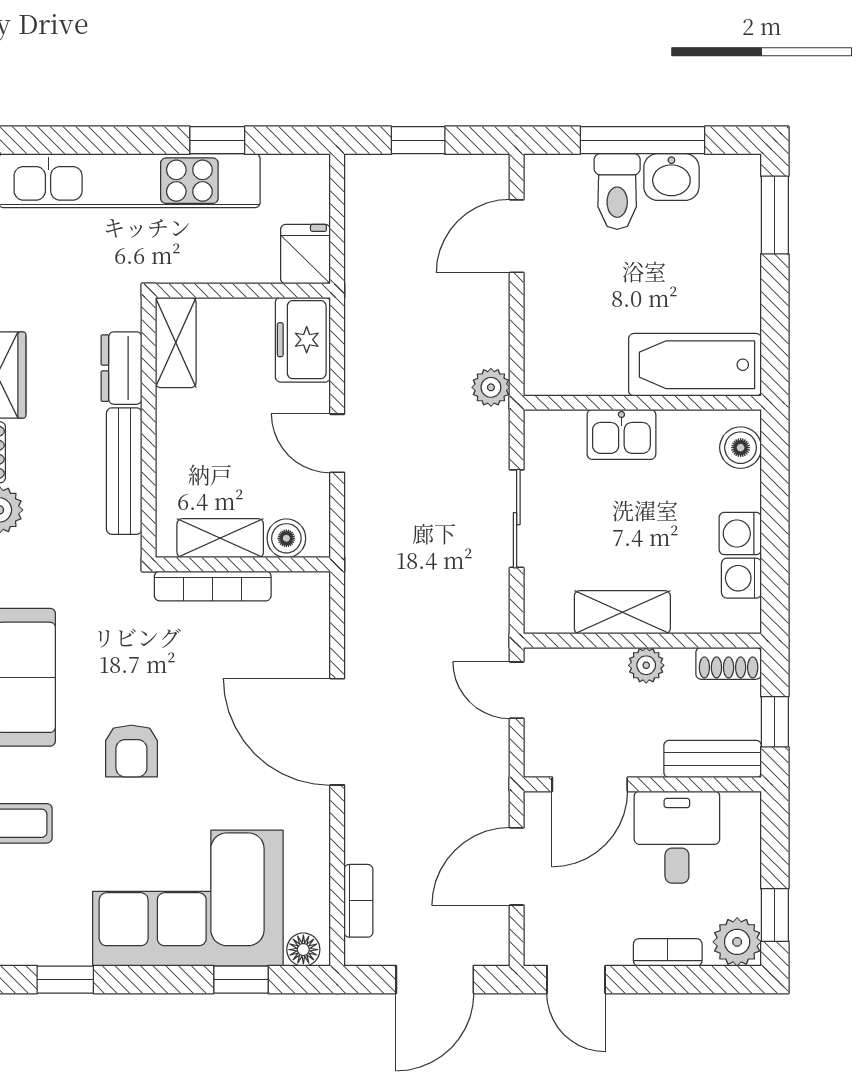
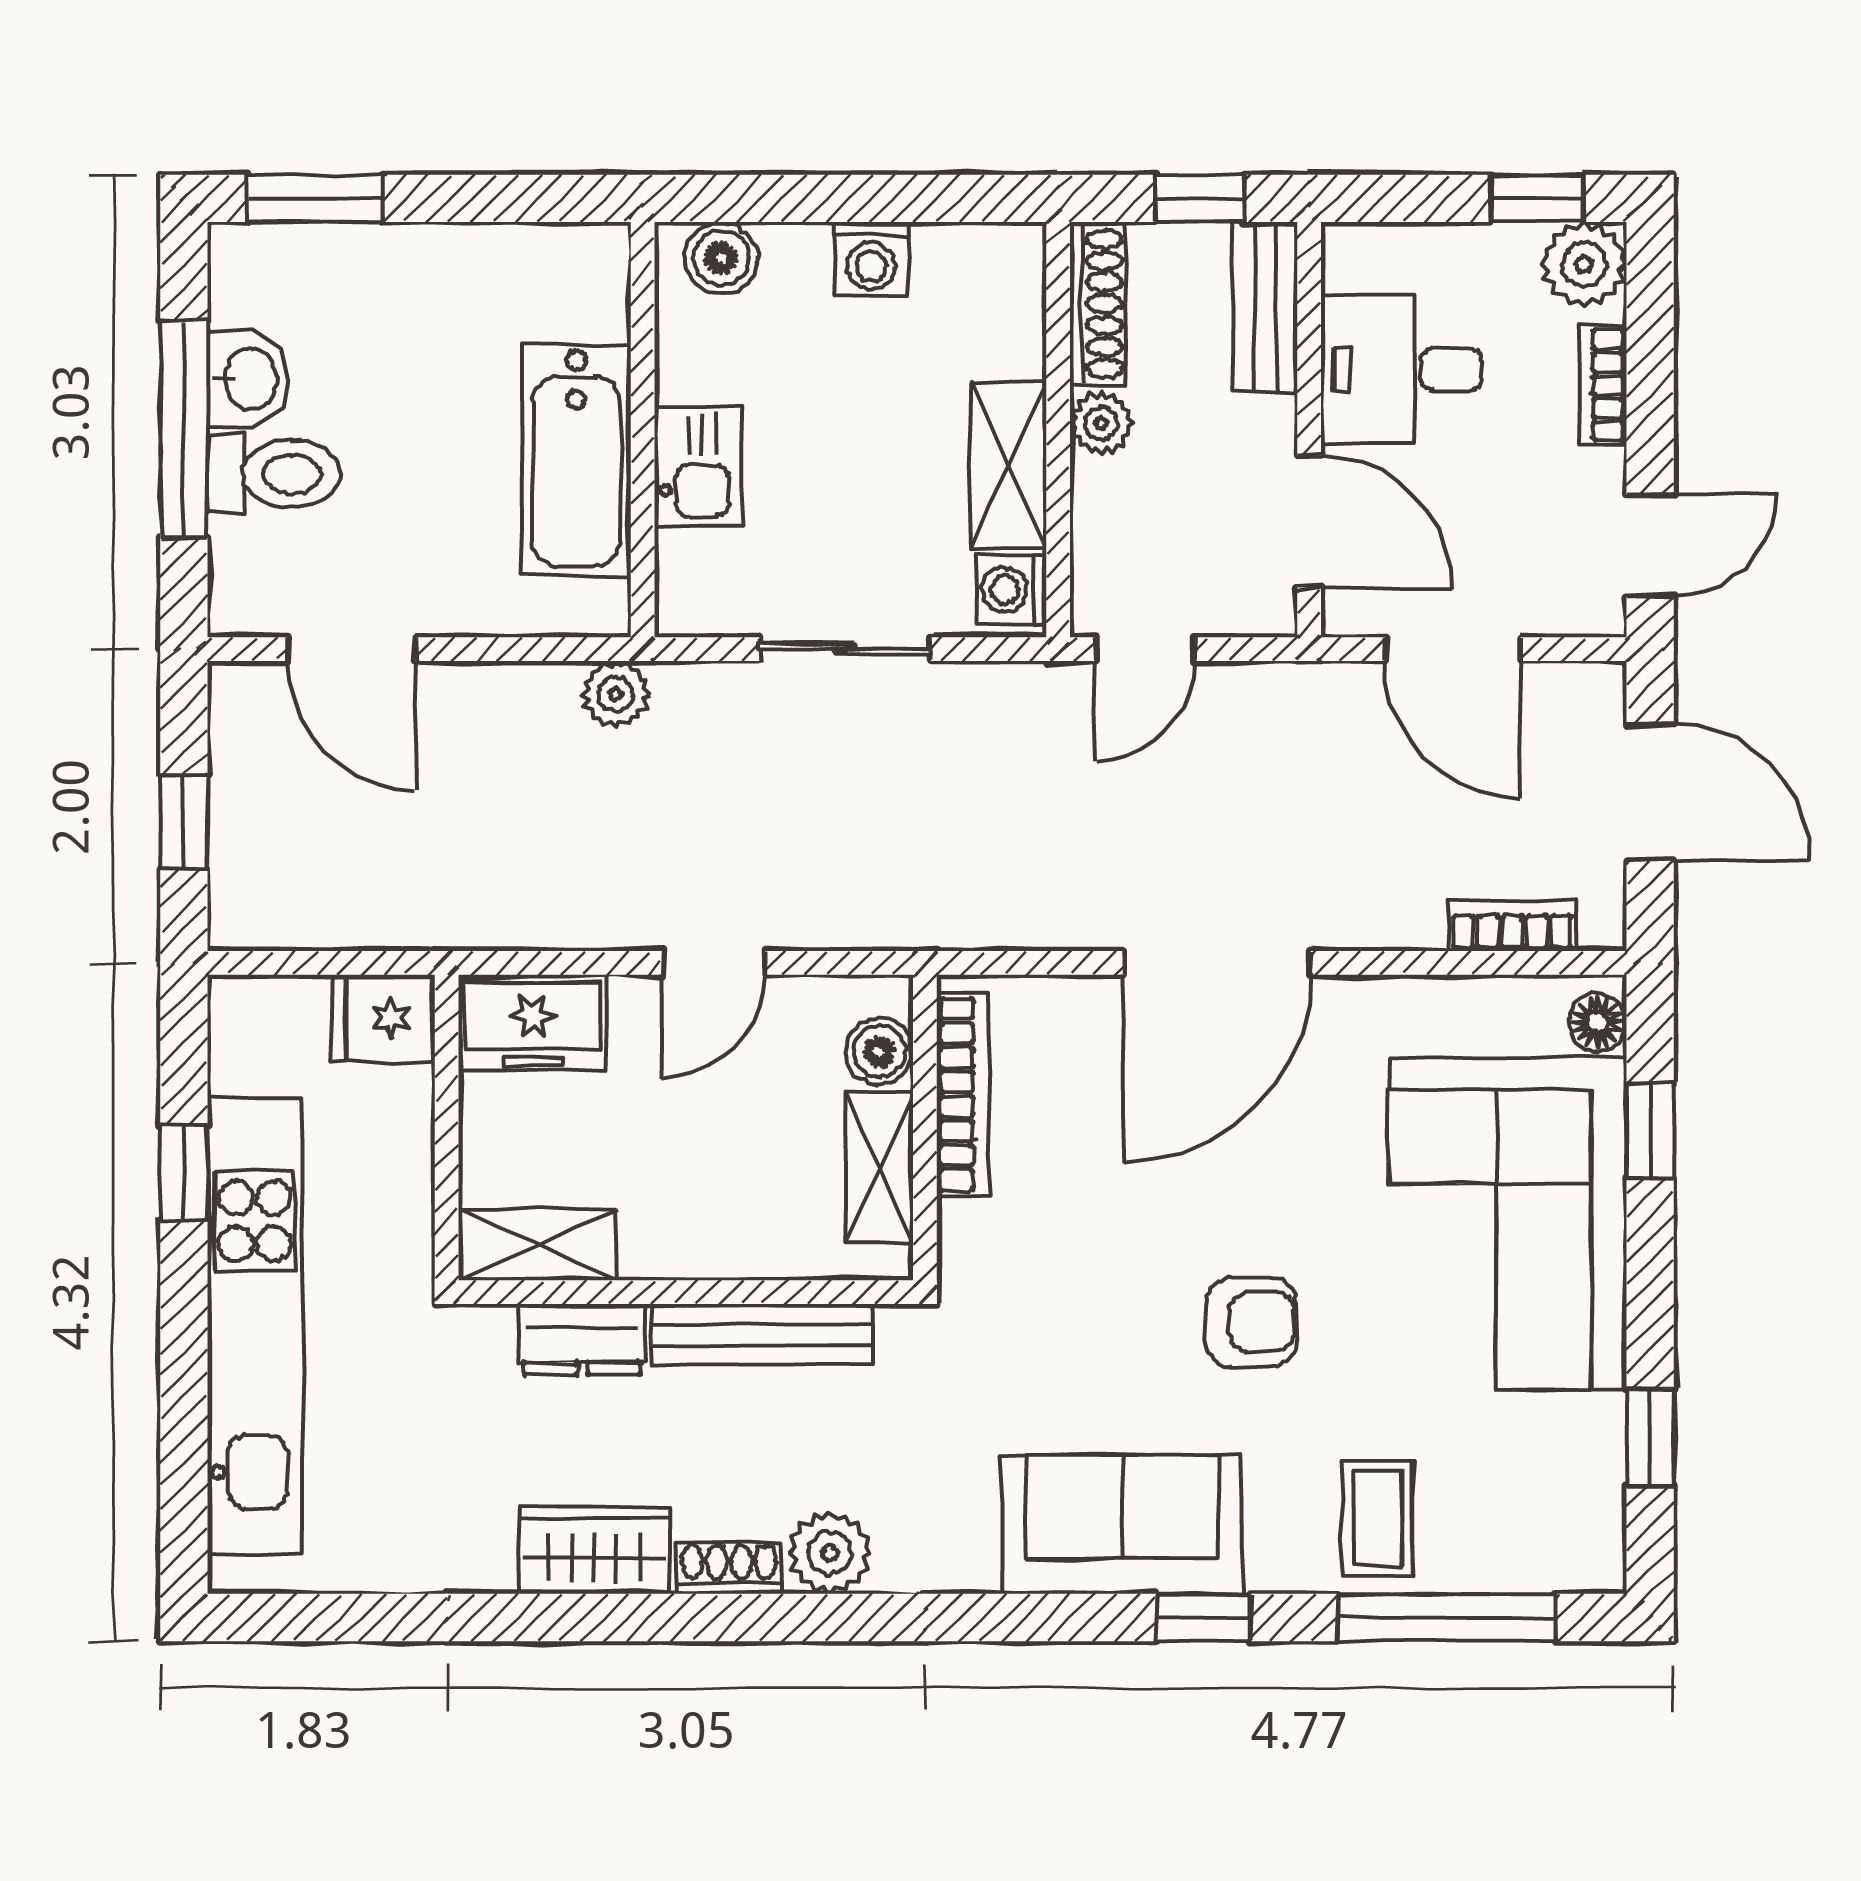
bathtub: (695, 365) -> (576, 460), moved
washing machine: (741, 578) -> (1012, 590), moved, turned 90
bookcase: (213, 586) -> (963, 1094), moved
shoe rack: (729, 663) -> (1098, 304), width x1.43

